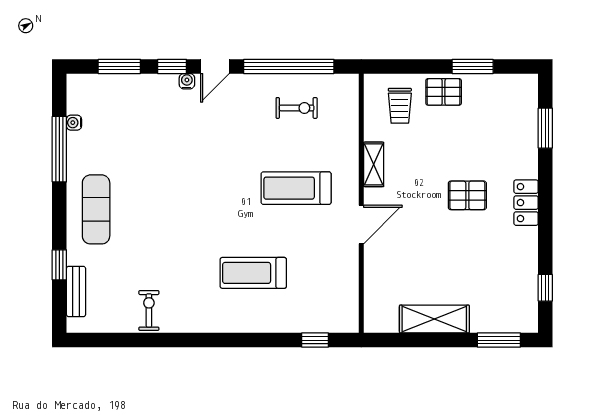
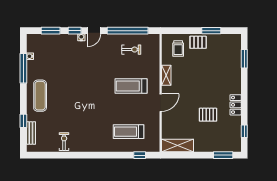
pallet: (467, 195) -> (208, 115), moved
locker: (526, 203) -> (236, 105), moved
treadmill: (253, 273) -> (128, 132), moved
shelving: (434, 319) -> (178, 146), moved

